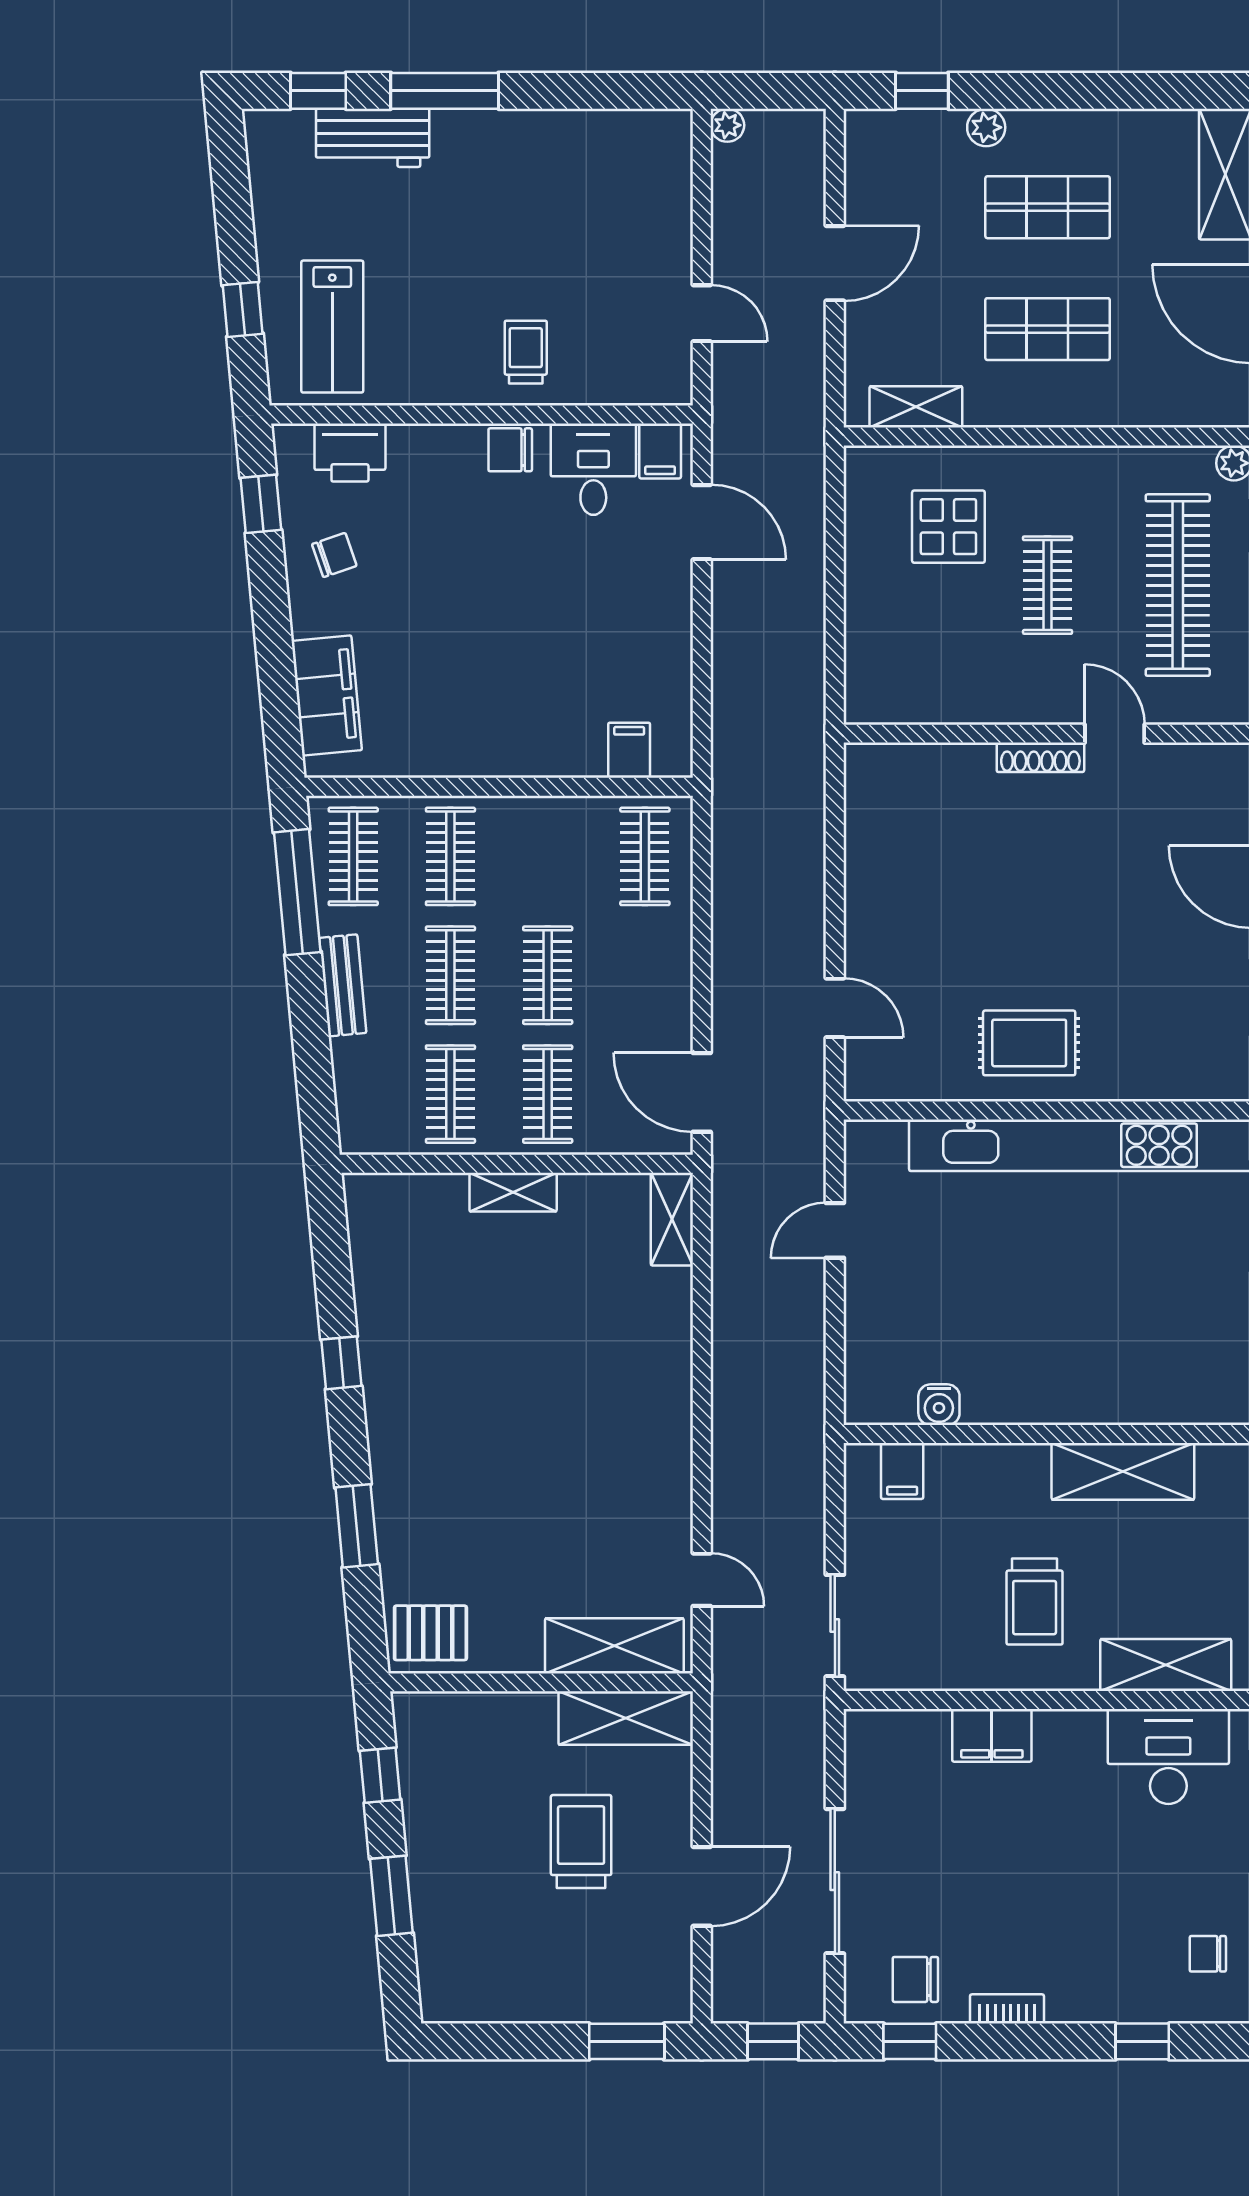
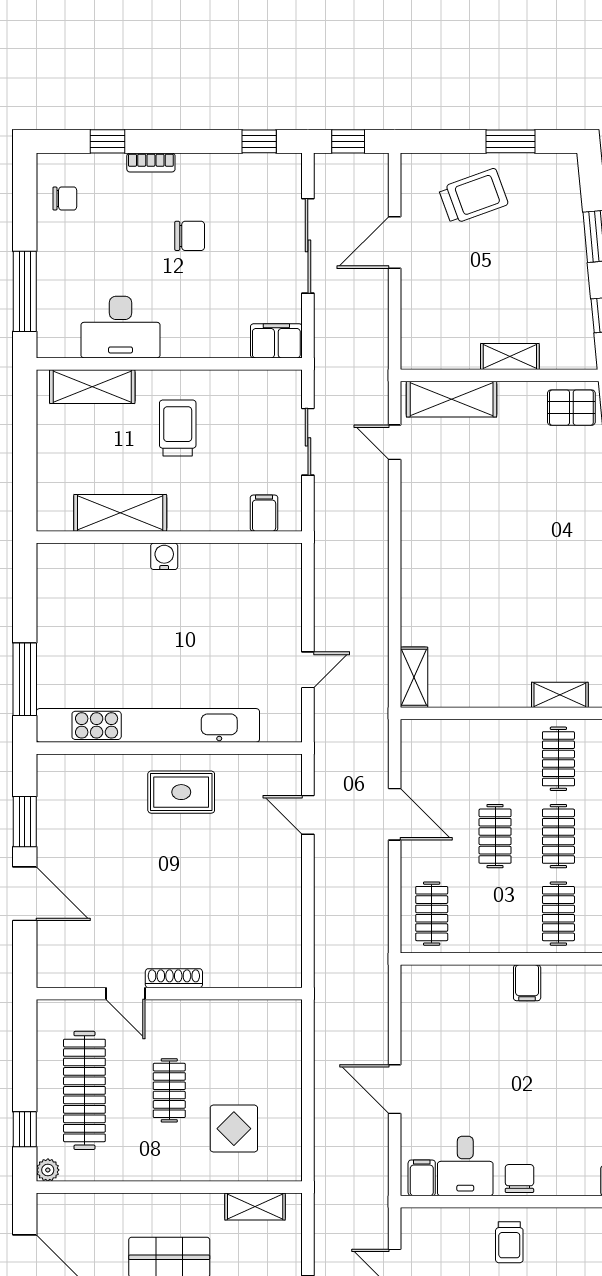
chair: (510, 450) -> (519, 1179), turned -90
door: (702, 522) -> (395, 1089), moved
filing cabinet: (629, 750) -> (527, 983), moved
door: (702, 1092) -> (395, 814), moved
clothes rail: (548, 1094) -> (495, 759), removed
shelving: (513, 1192) -> (560, 695), moved
water cooler: (939, 1405) -> (164, 556), moved
sliding door: (835, 1626) -> (308, 442), moved
shelving: (626, 1718) -> (510, 356), moved, width x0.67, depth x0.75
filing cabinet: (992, 1735) -> (276, 341), moved
desk: (1168, 1756) -> (120, 327), moved
trolley: (581, 1842) -> (473, 196), moved, turned -110
chair: (915, 1979) -> (190, 236), moved
bookcase: (1007, 2009) -> (151, 163), moved
window: (627, 2041) -> (511, 141), moved

